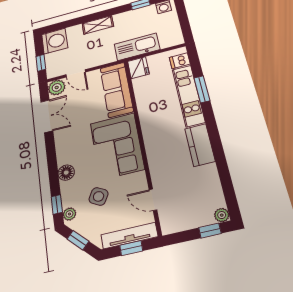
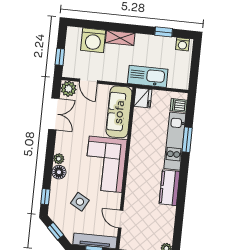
washing machine: (55, 41) -> (93, 40), moved, turned 90
plant: (69, 214) -> (59, 159), moved

